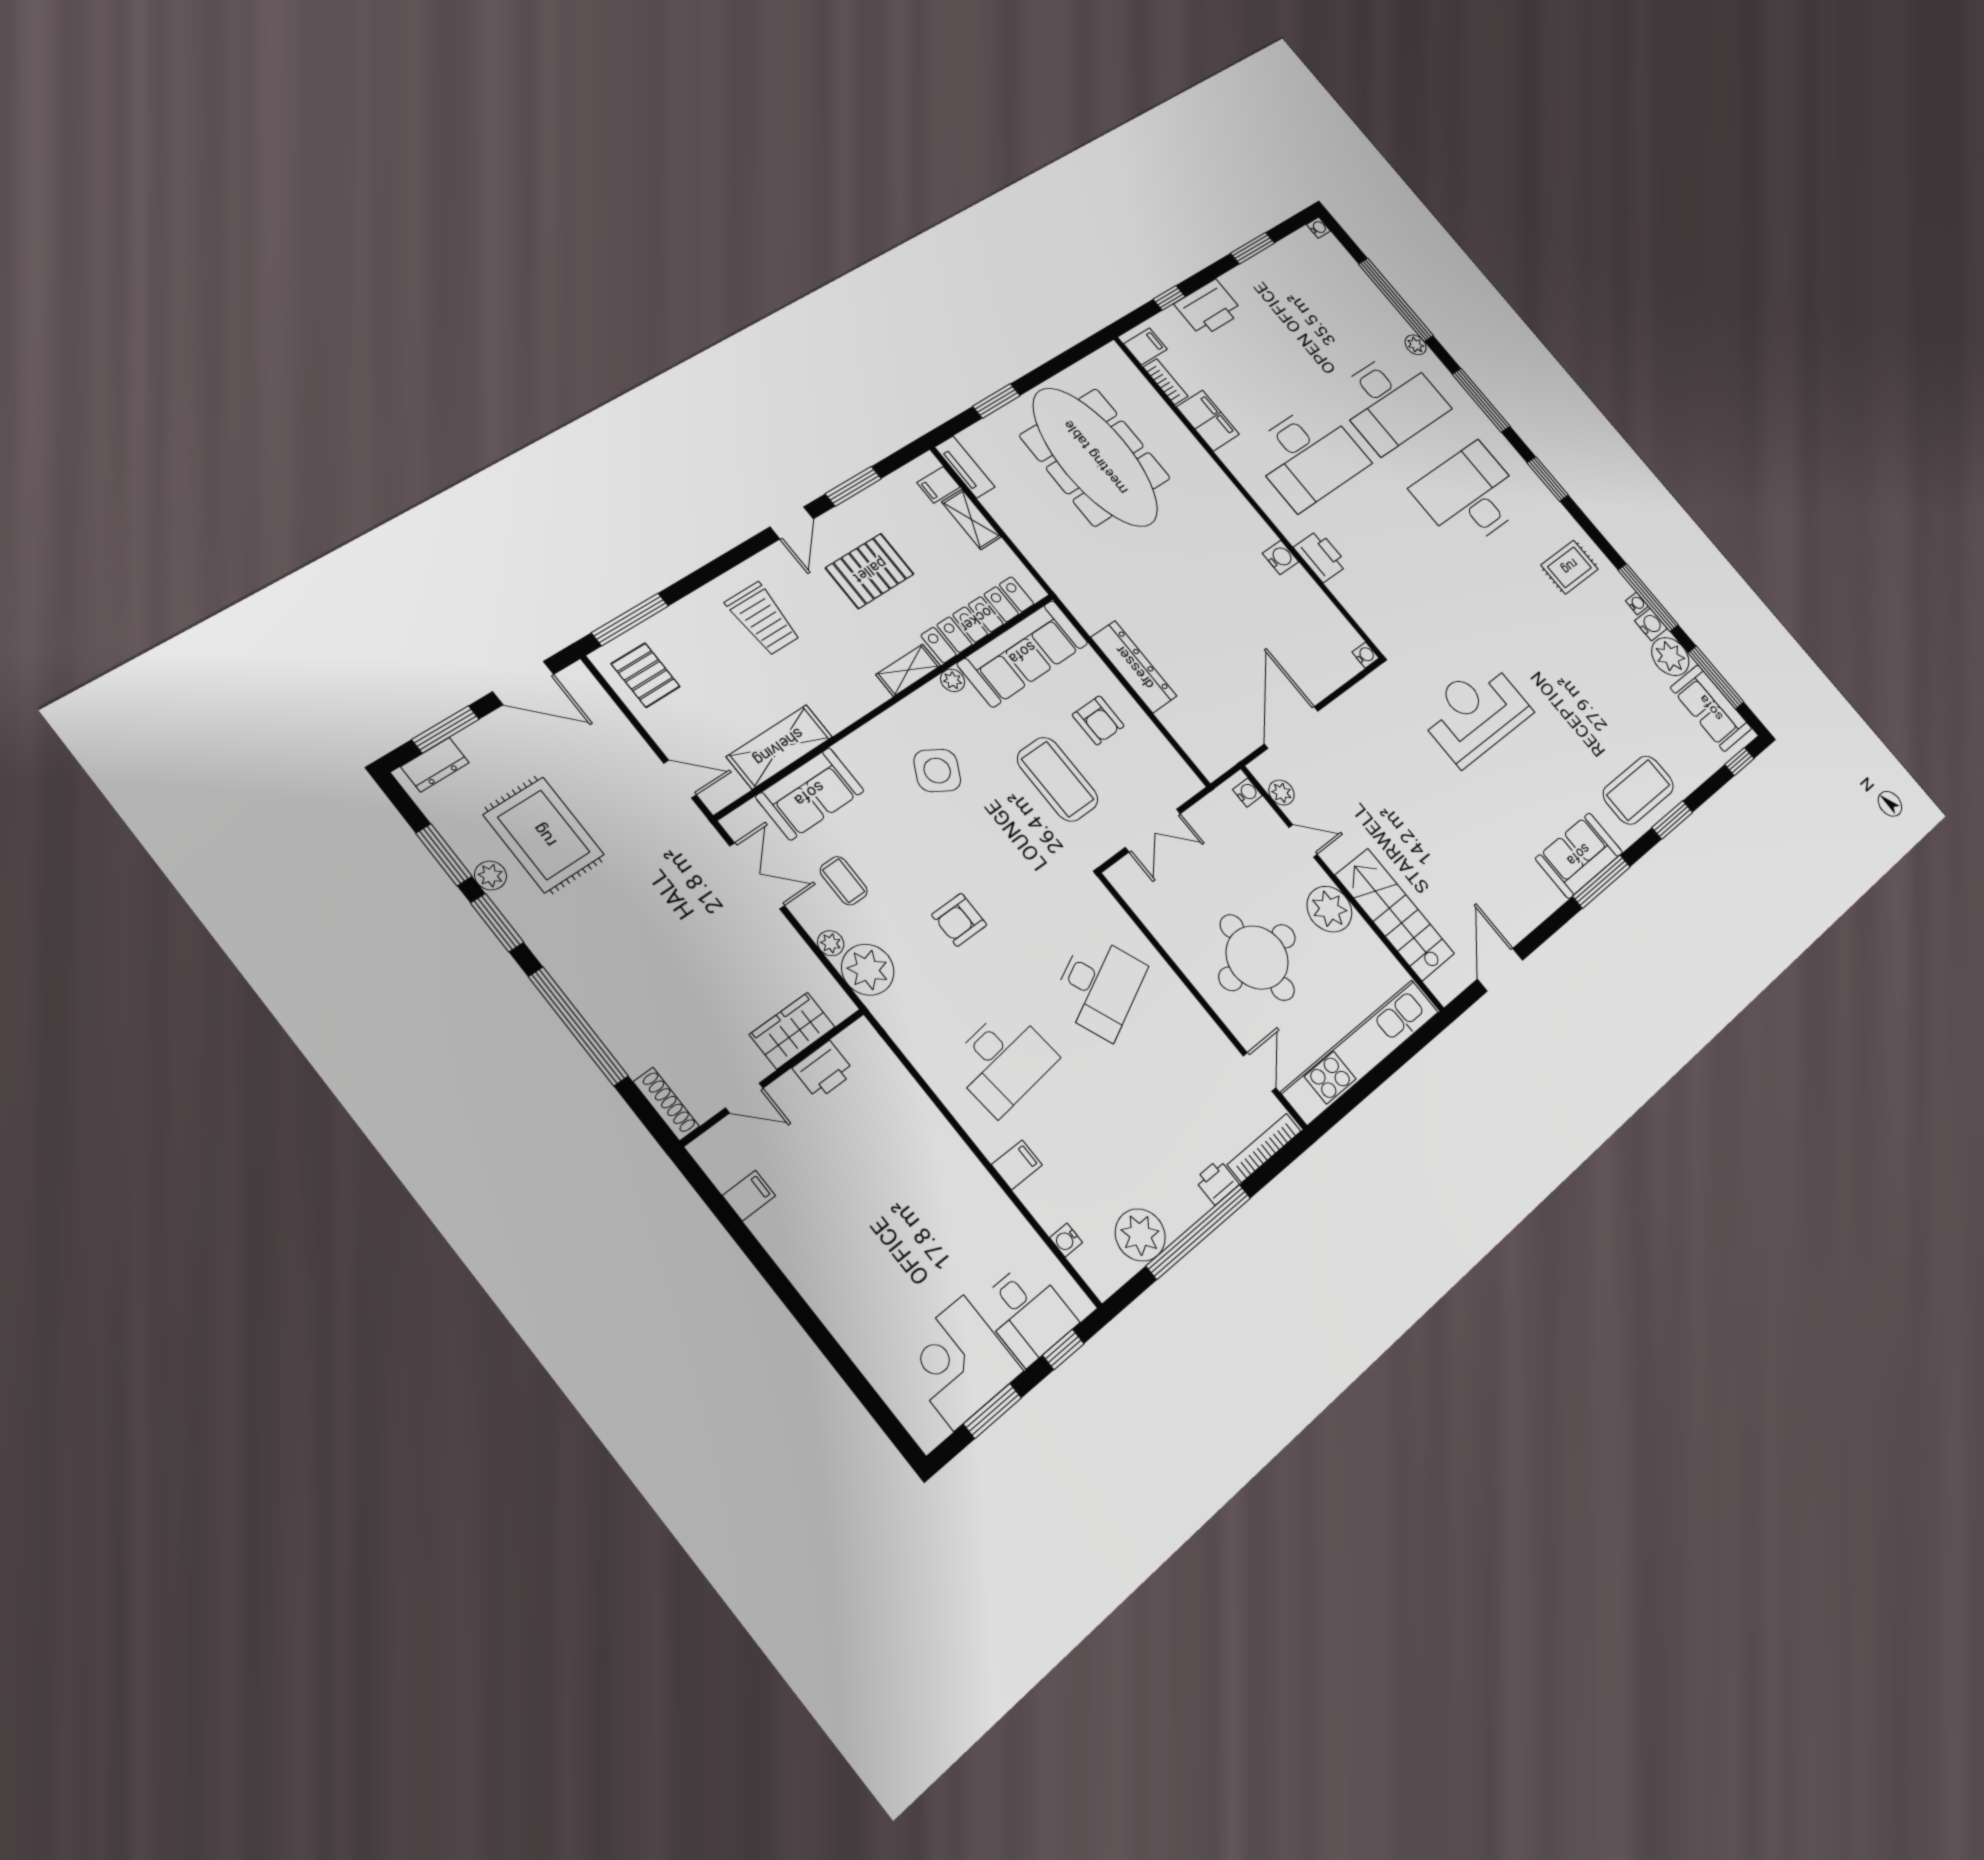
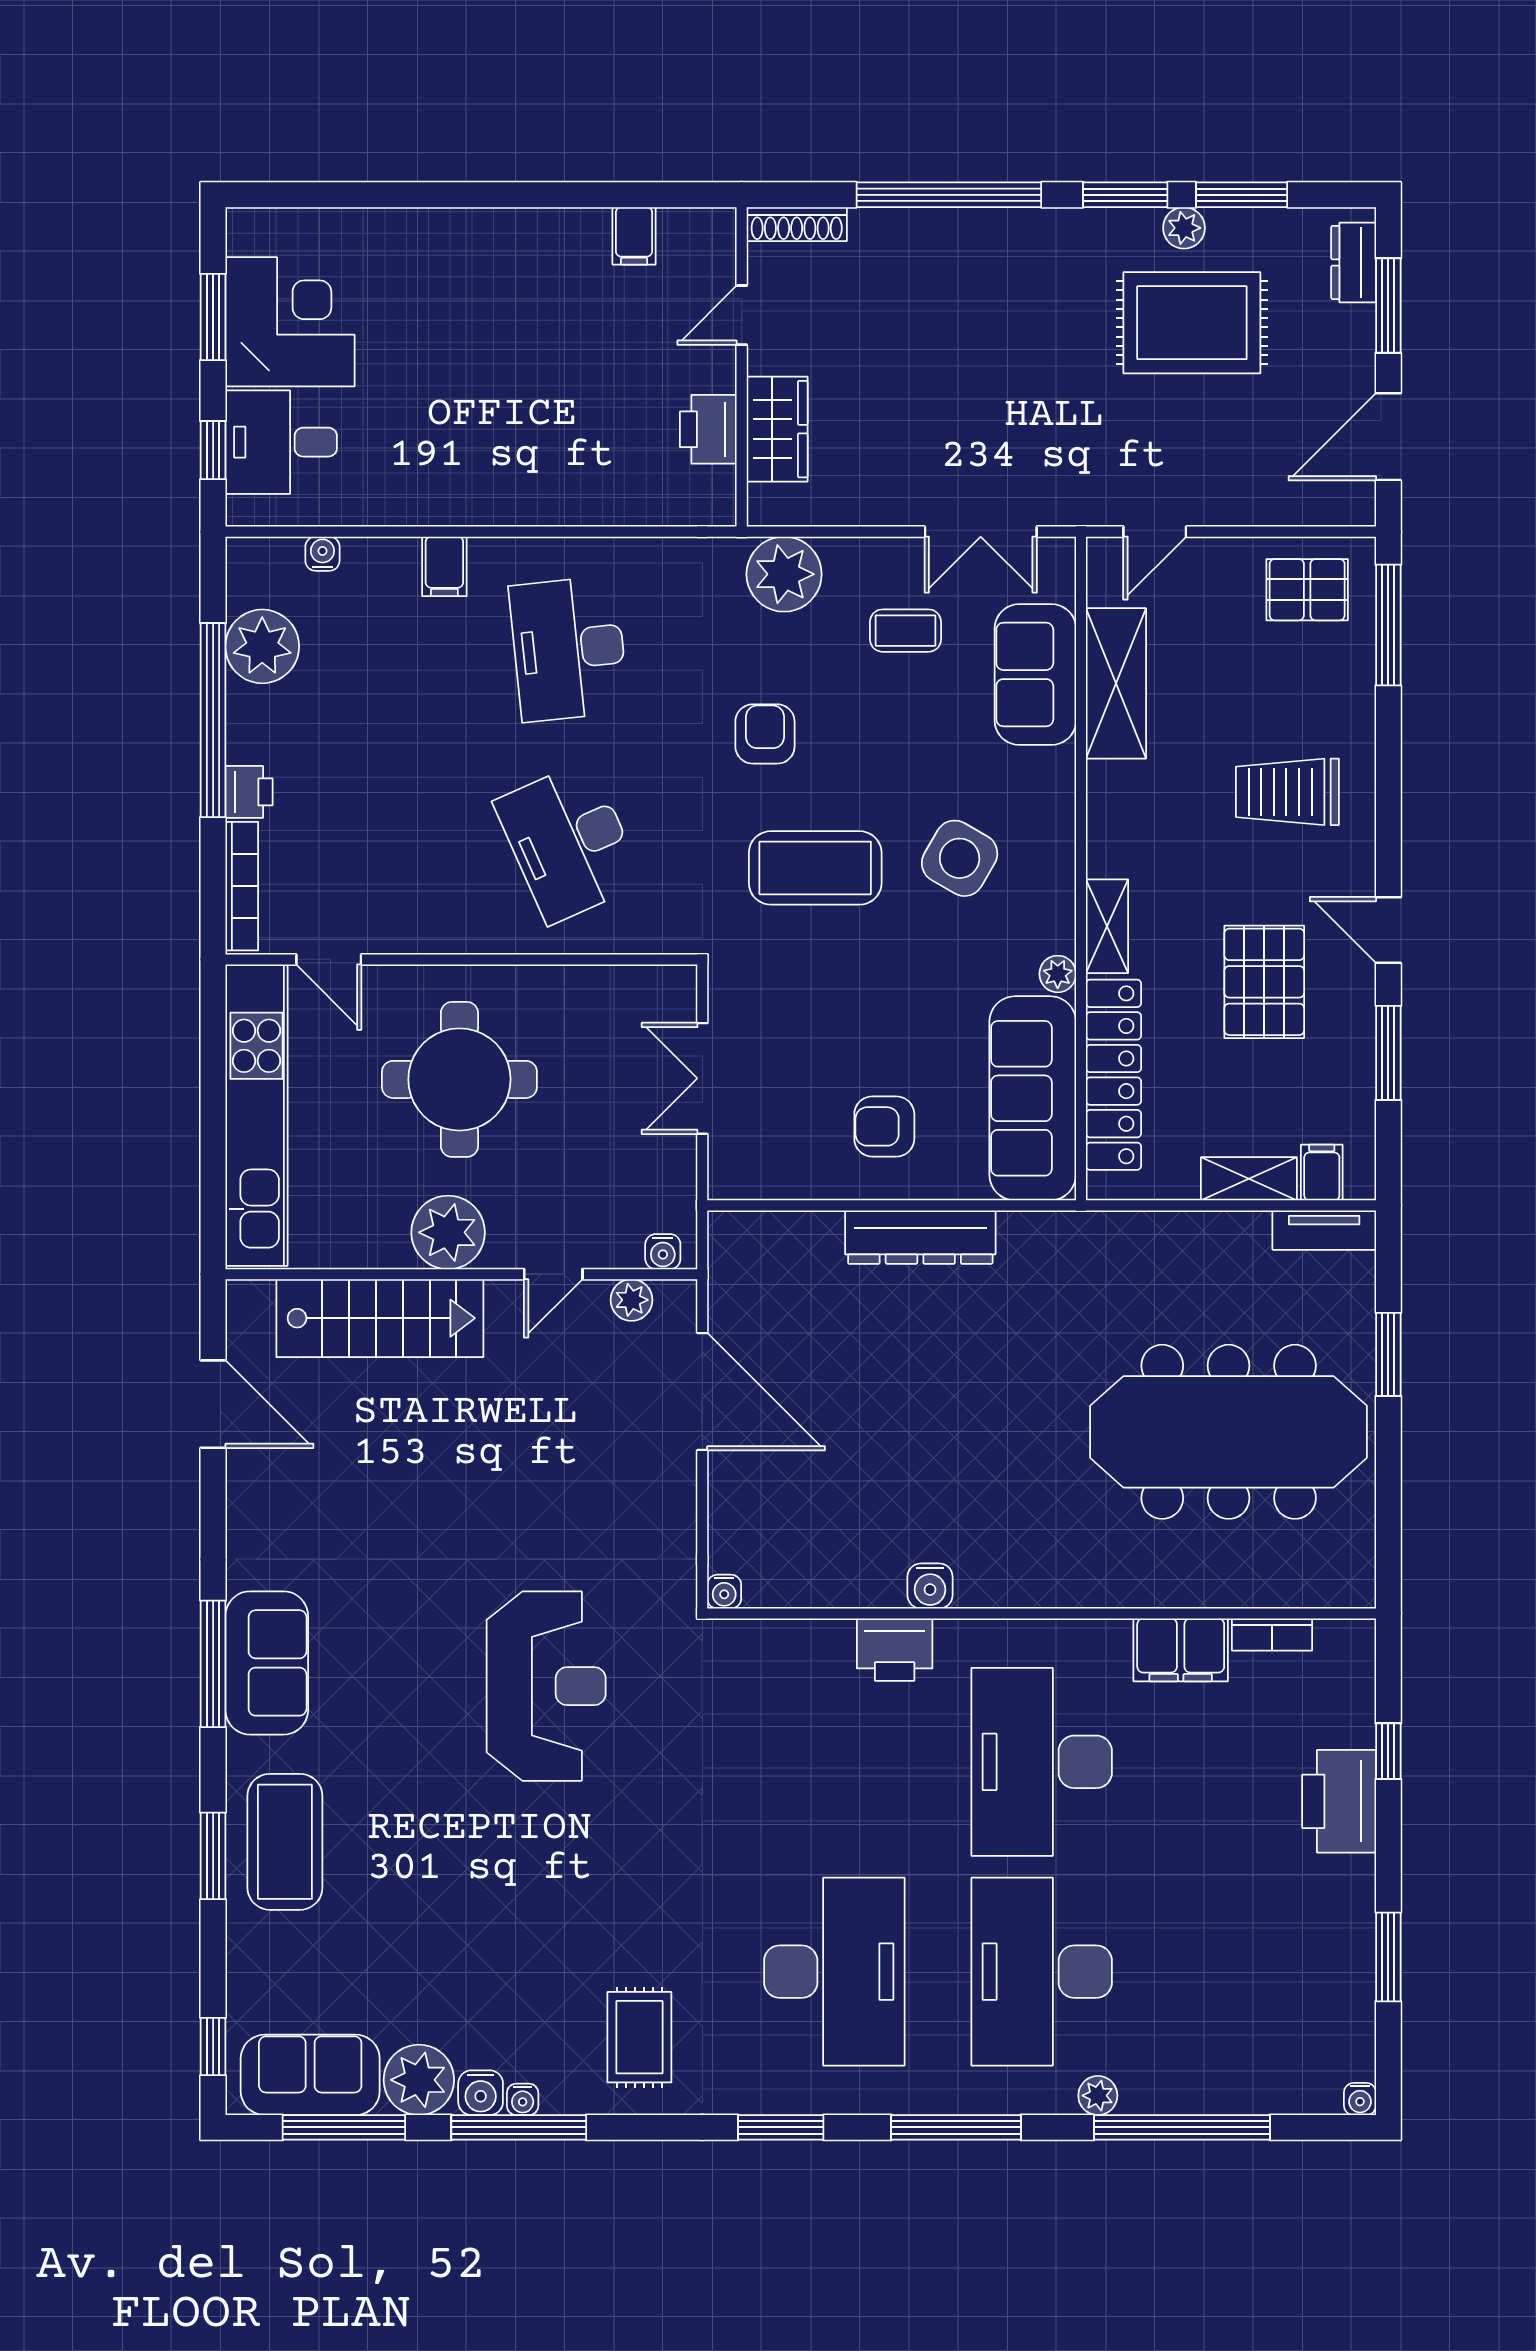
filing cabinet: (1145, 346) -> (1339, 1649), removed
coffee table: (1058, 779) -> (815, 868), moved
plant: (831, 943) -> (844, 555), removed

